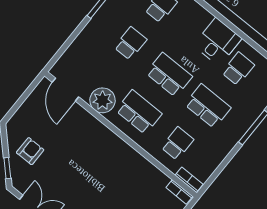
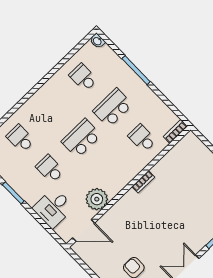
desk: (218, 42) -> (53, 208), moved, turned -90
school desk: (139, 112) -> (111, 169), removed
bookcase: (179, 192) -> (143, 182), moved

